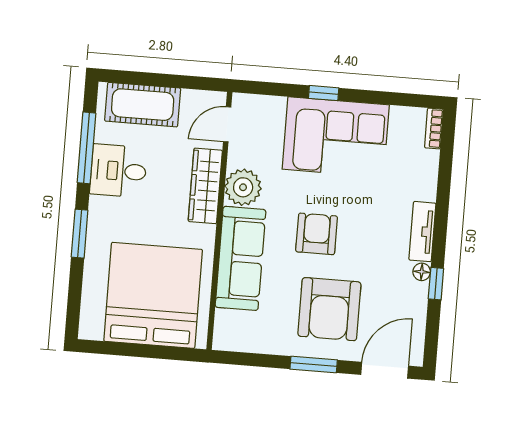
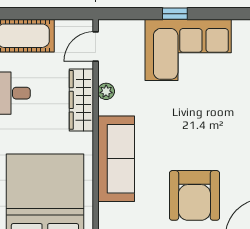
plant: (243, 187) -> (106, 91), width x0.53, depth x0.53
armchair: (317, 234) -> (178, 133), removed

